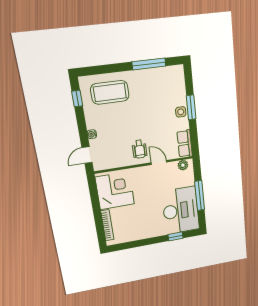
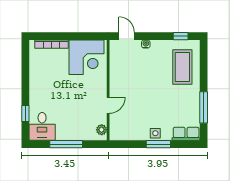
row of seats: (185, 144) -> (186, 134), moved
wheelchair: (140, 149) -> (125, 88), removed
desk: (181, 210) -> (42, 126), width x0.53, depth x0.77

